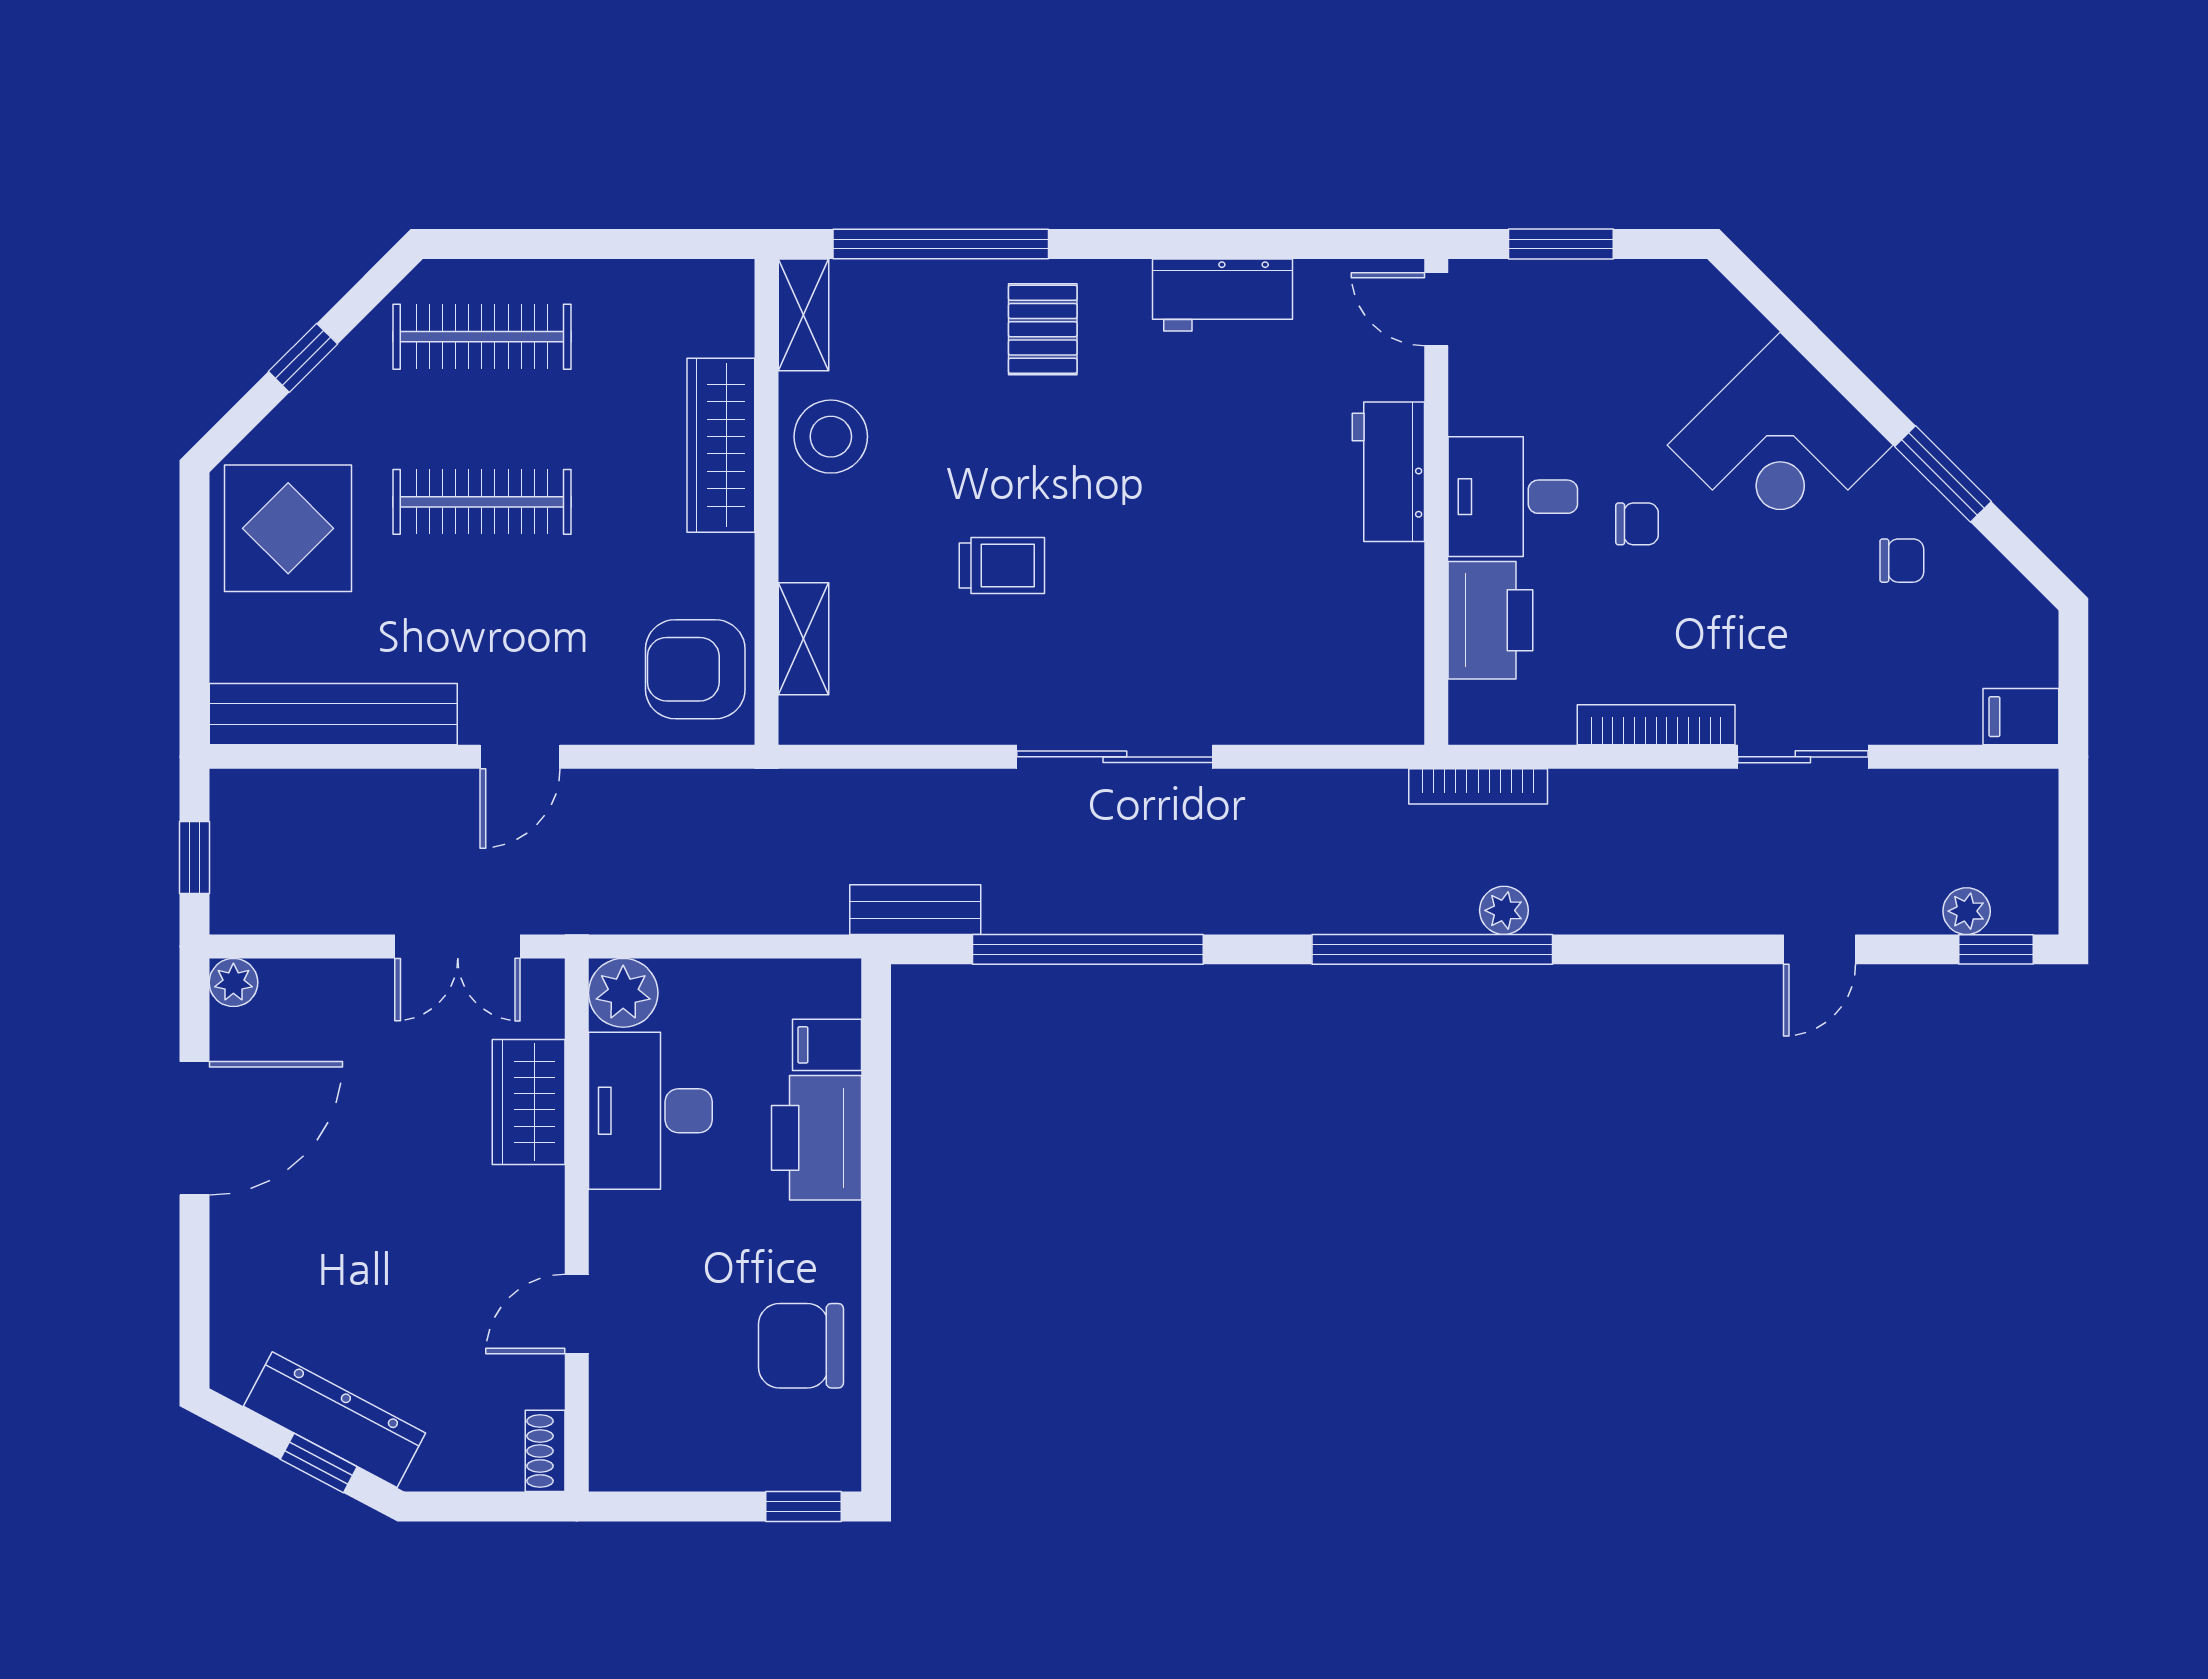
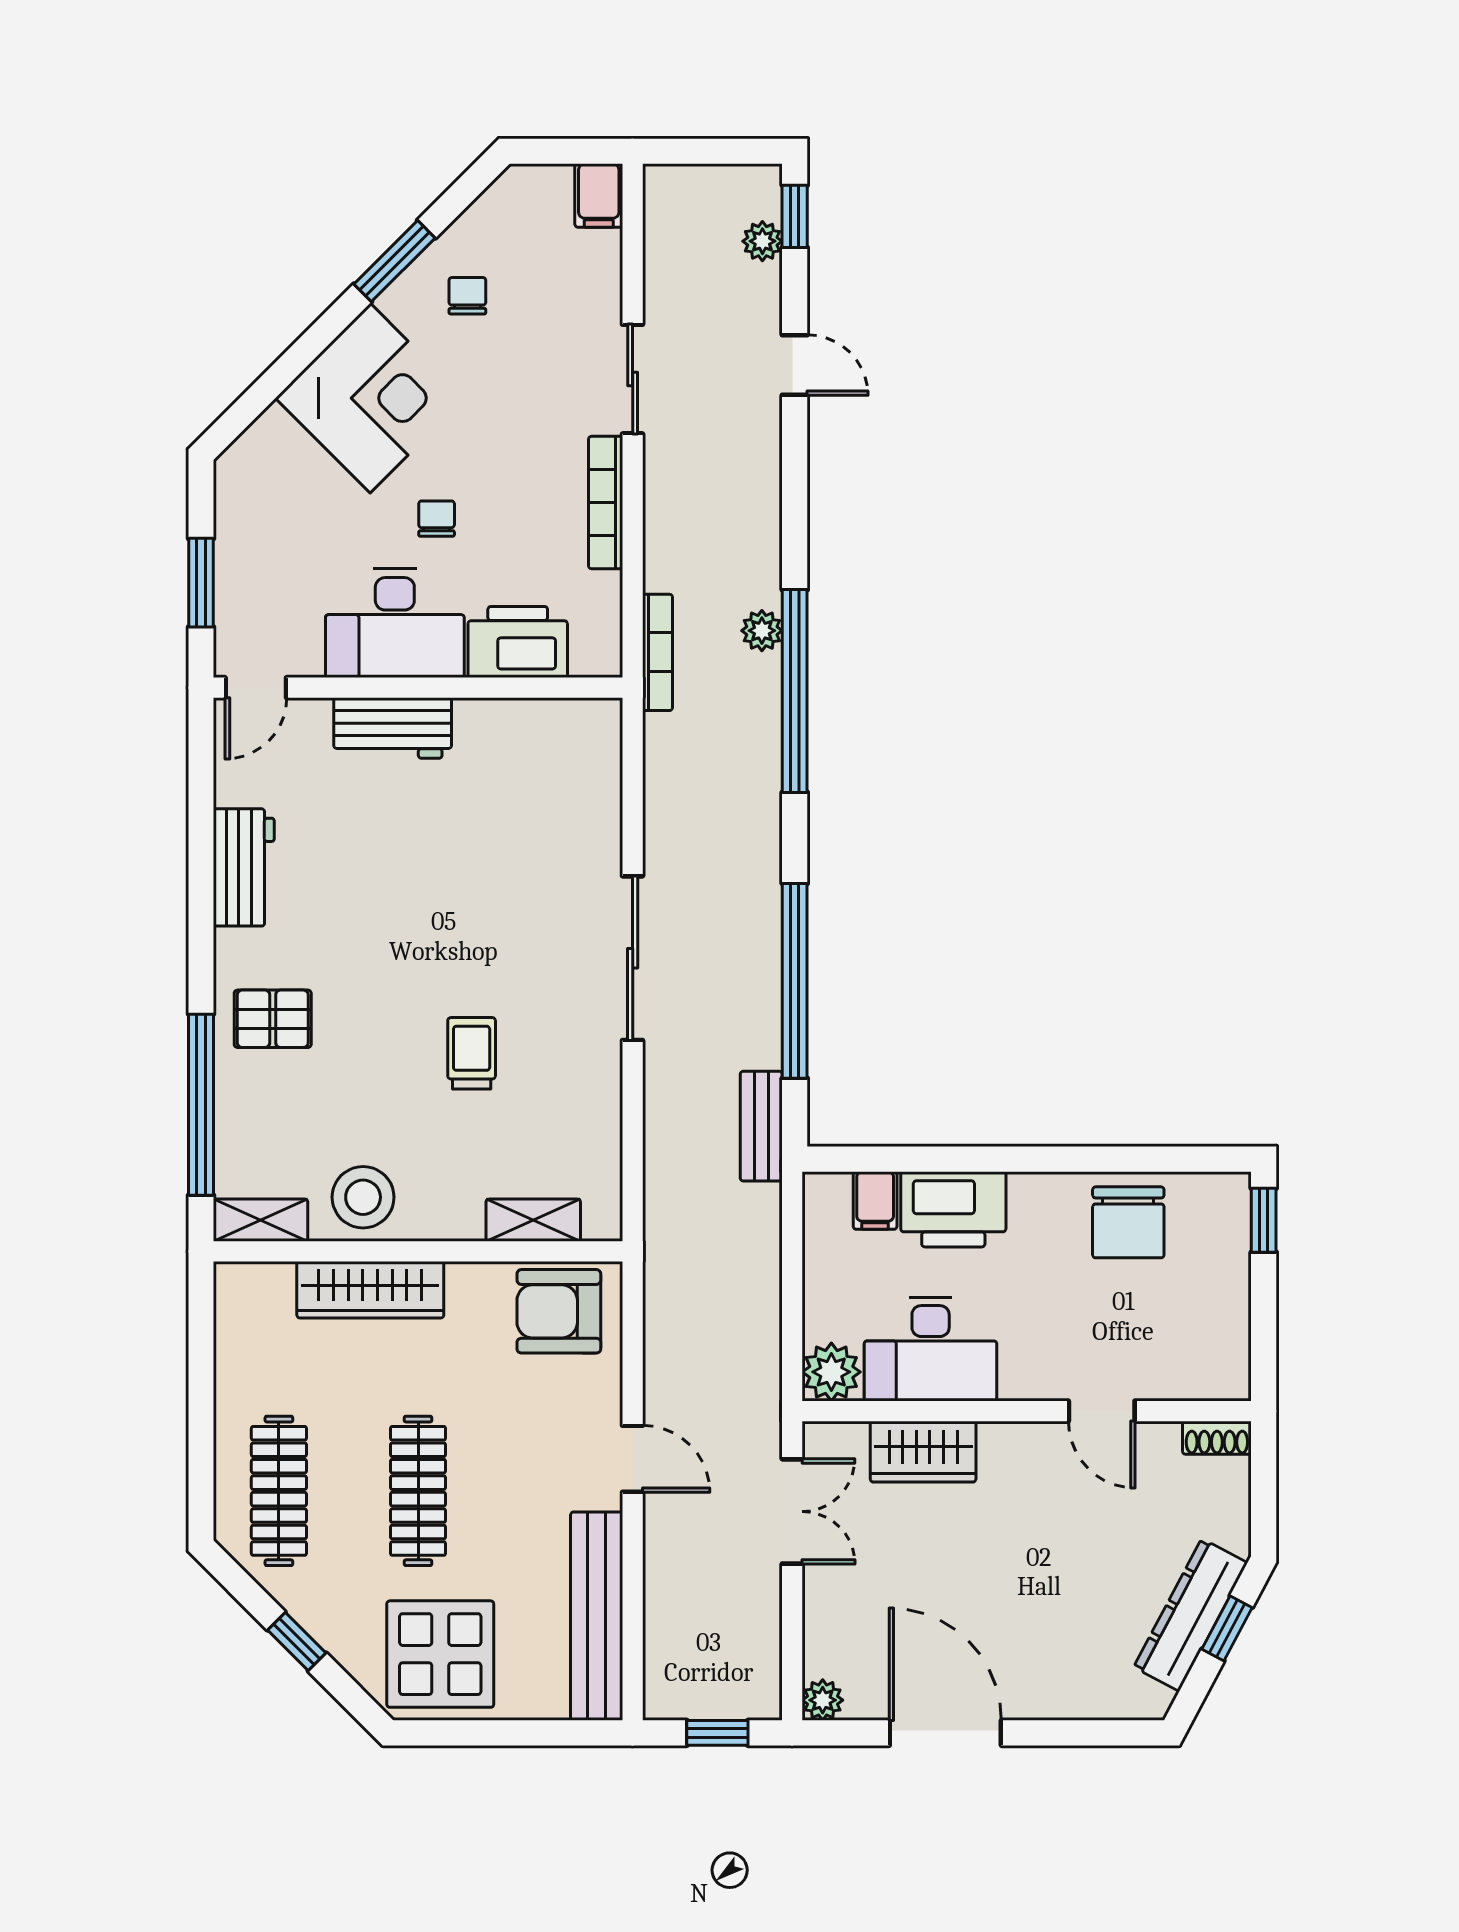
desk: (1513, 497) -> (395, 623), width x1.37
armchair: (695, 669) -> (559, 1311), turned 90

